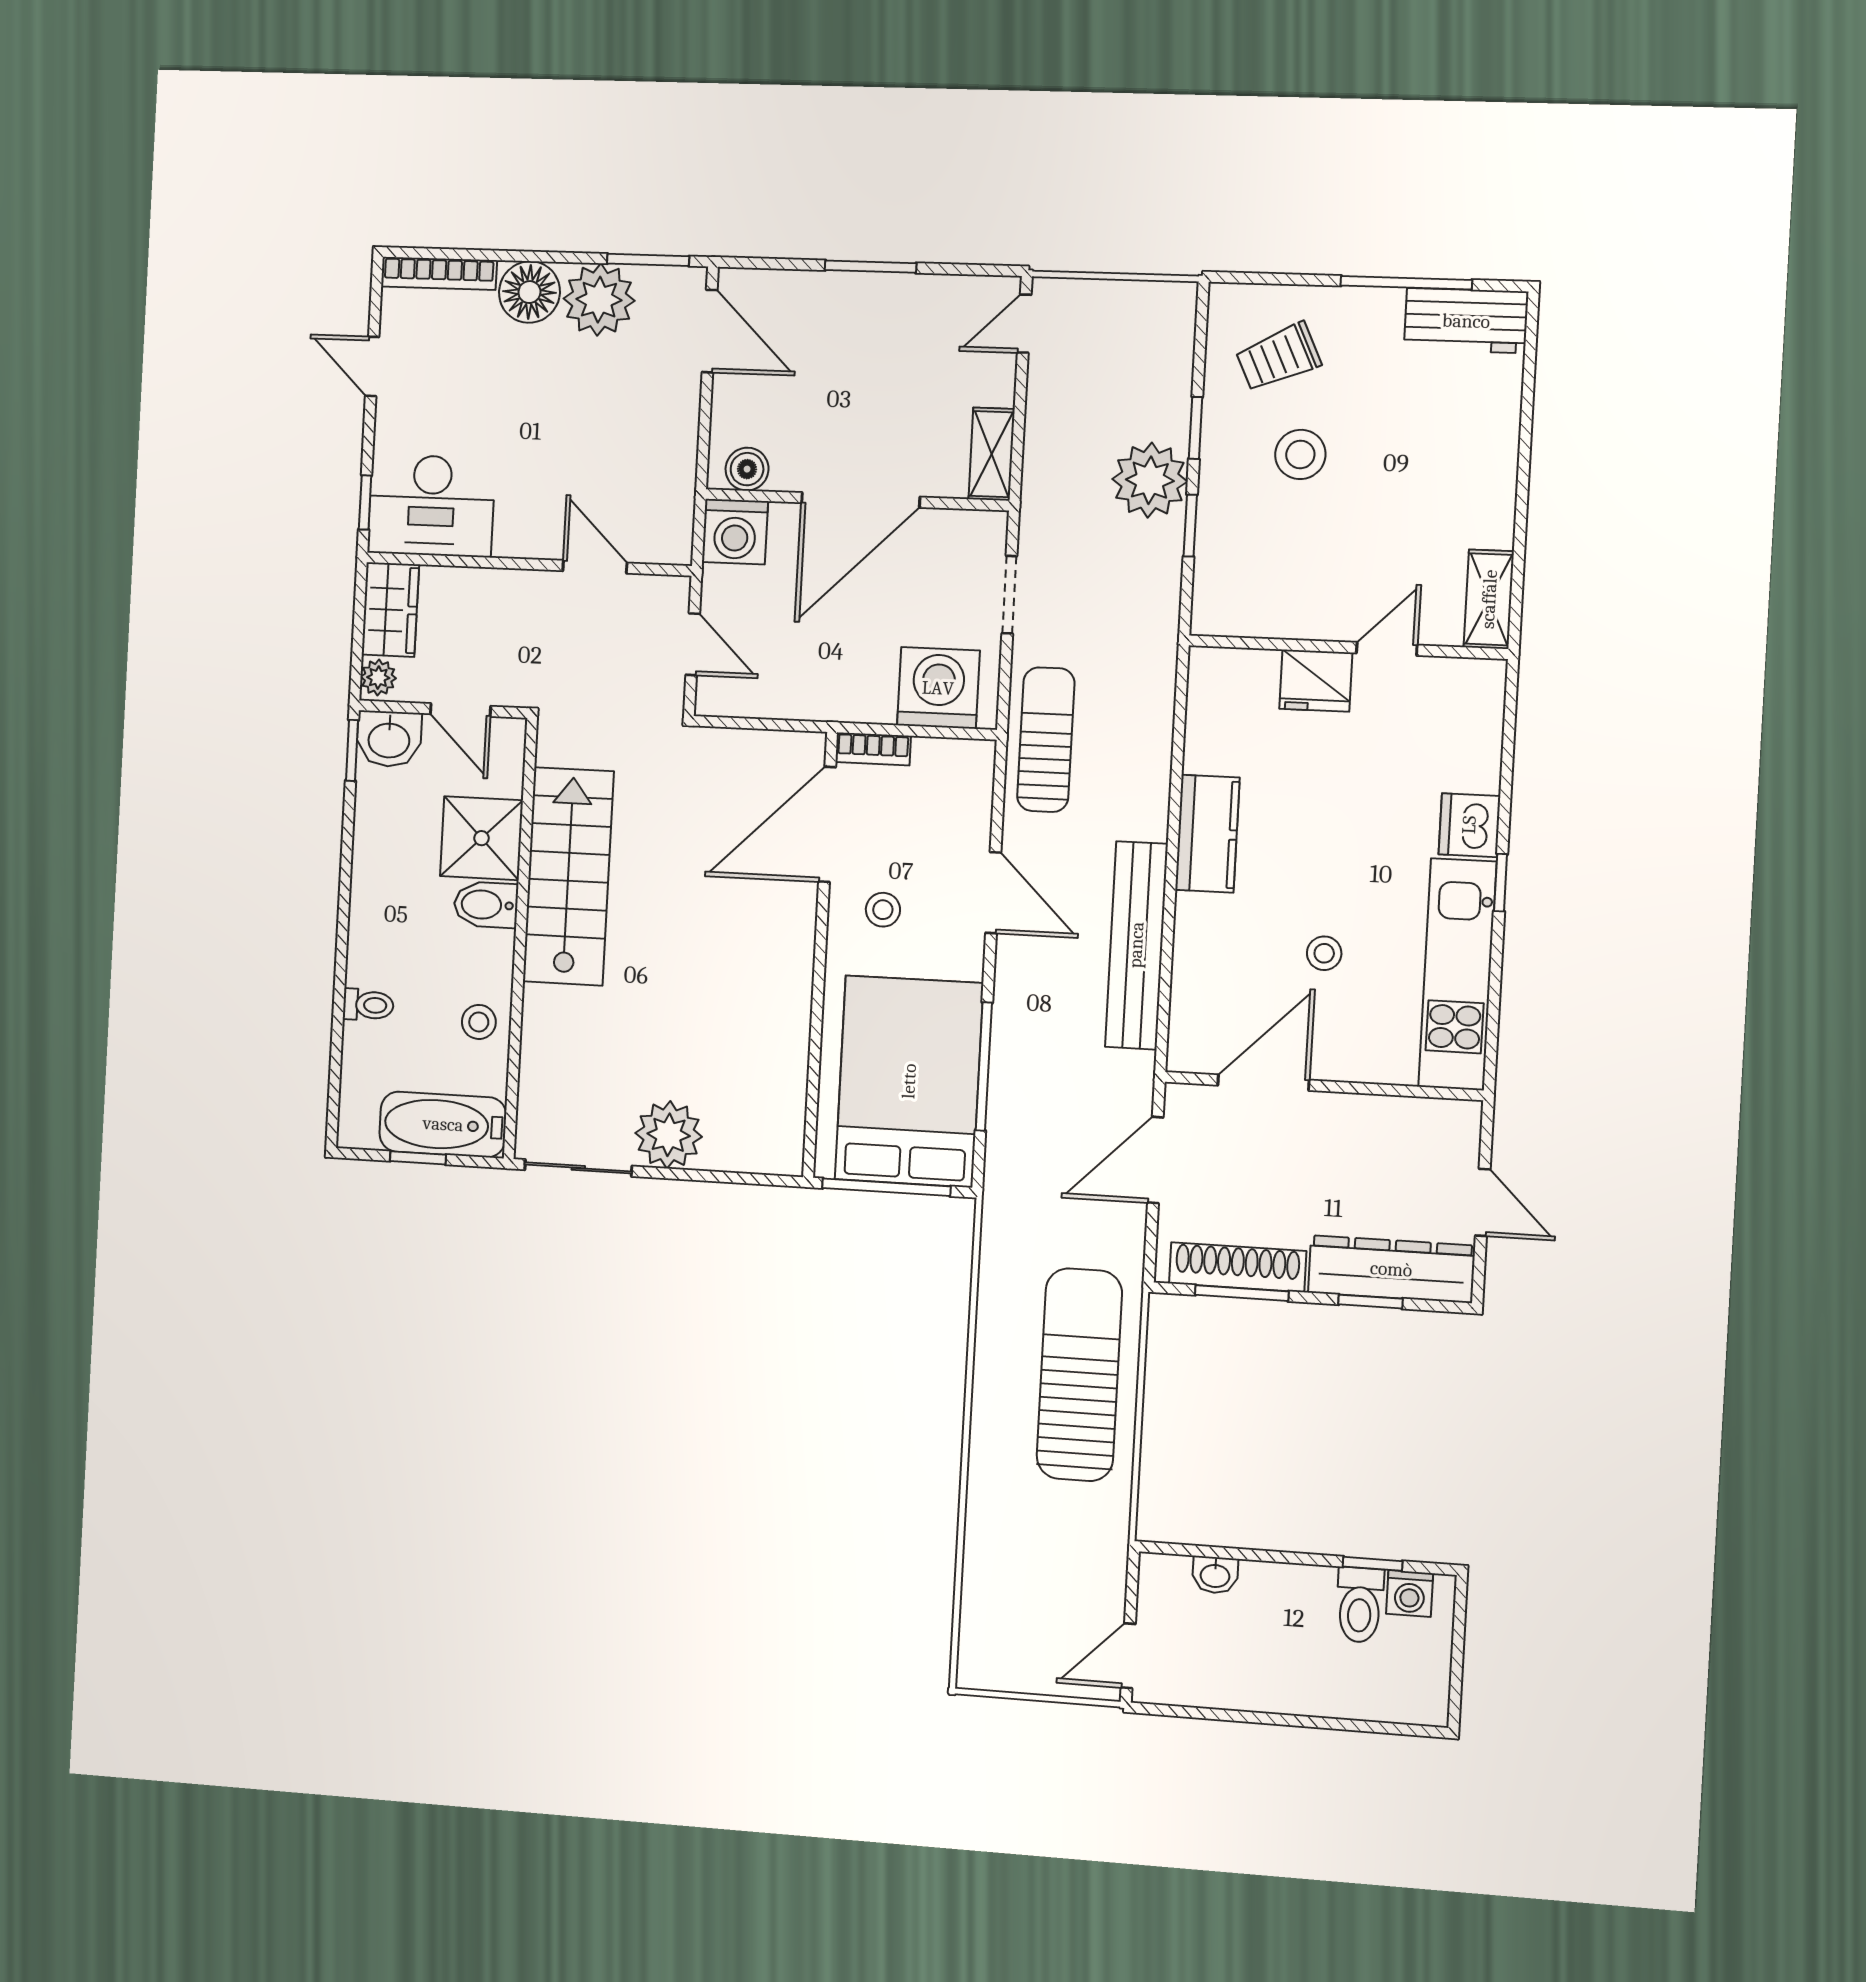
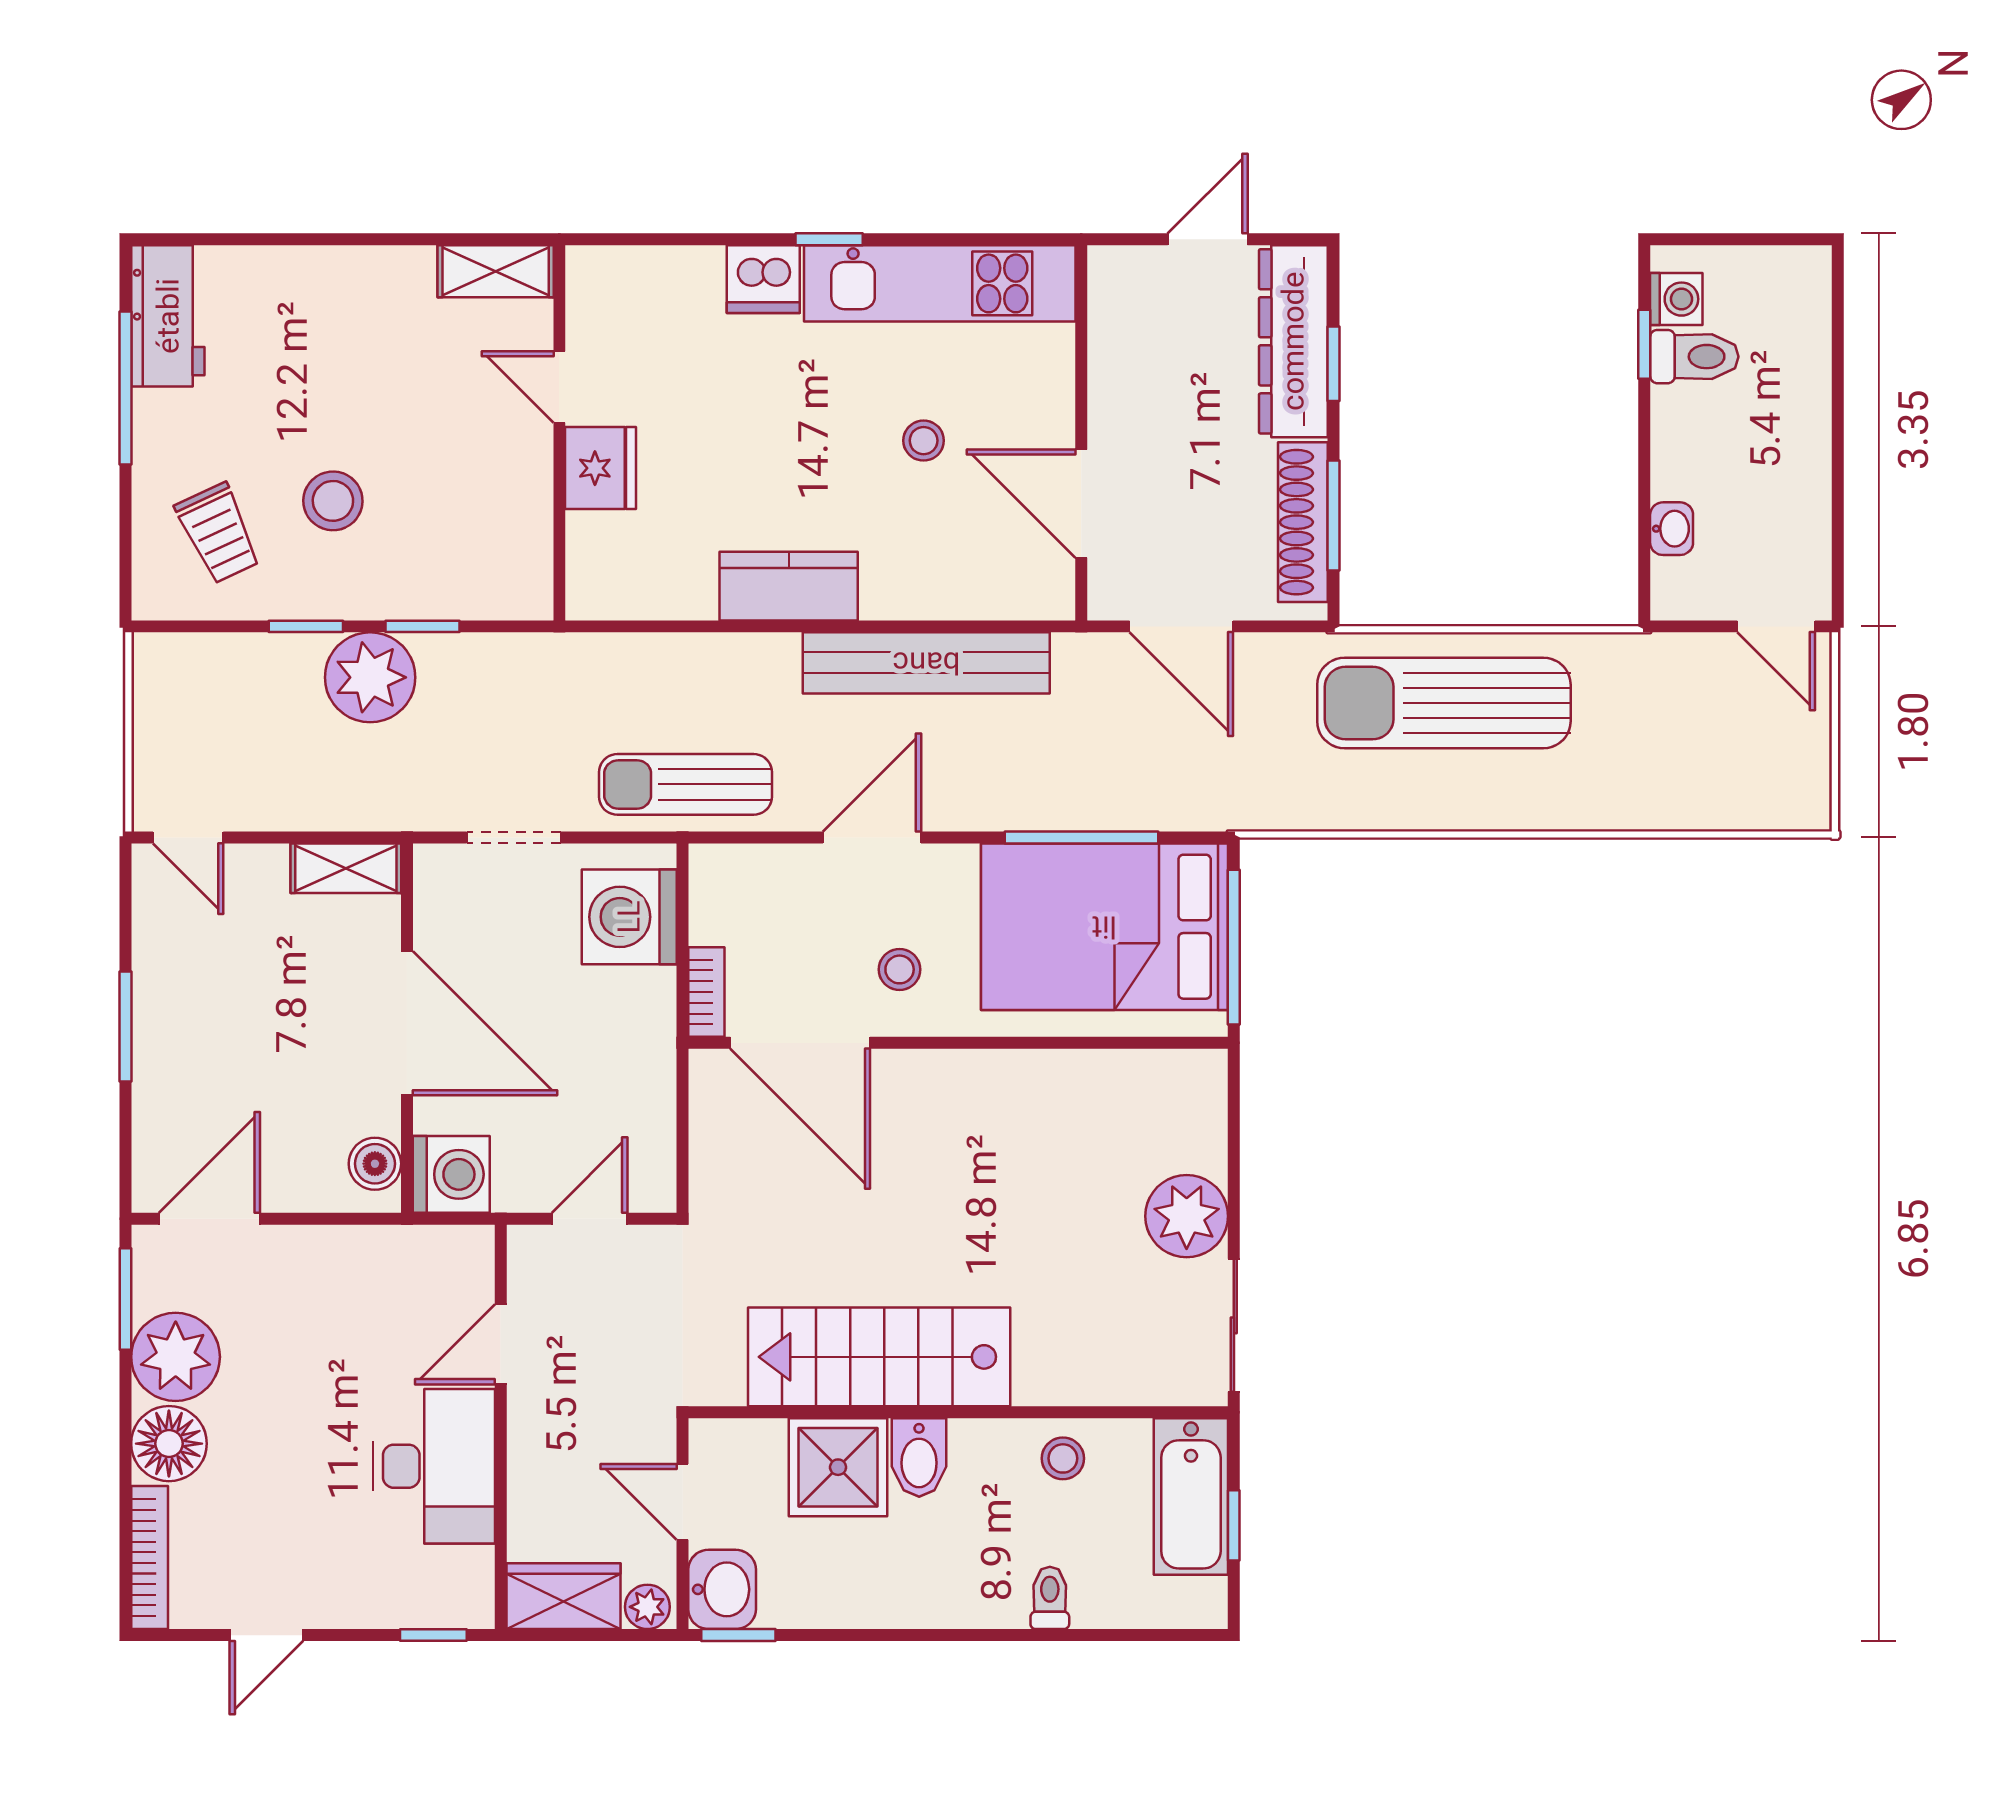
desk: (431, 506) -> (434, 1466), moved
door: (460, 710) -> (683, 1502), swing flipped

